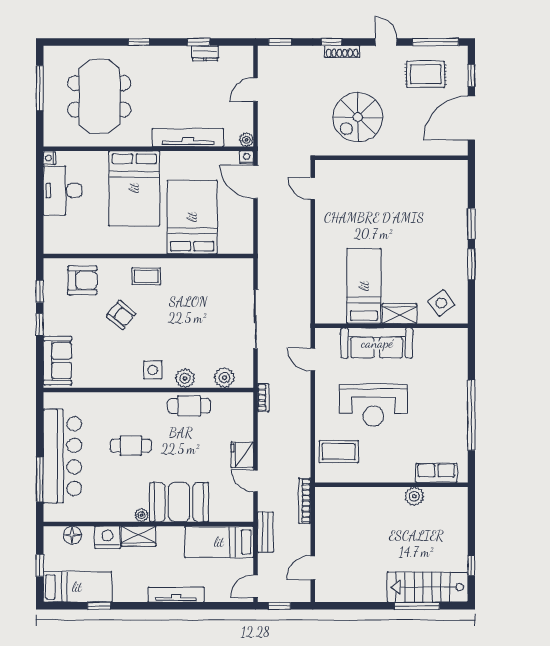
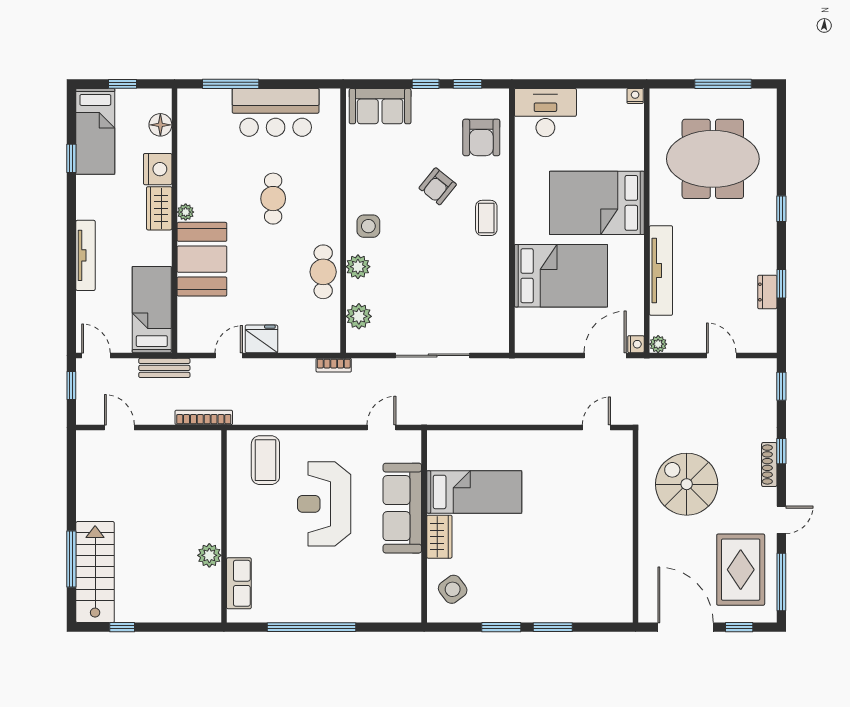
rug: (426, 74) -> (741, 570), width x1.36, depth x1.43
desk: (63, 190) -> (545, 113), moved
bar counter: (62, 456) -> (276, 112), width x0.73

